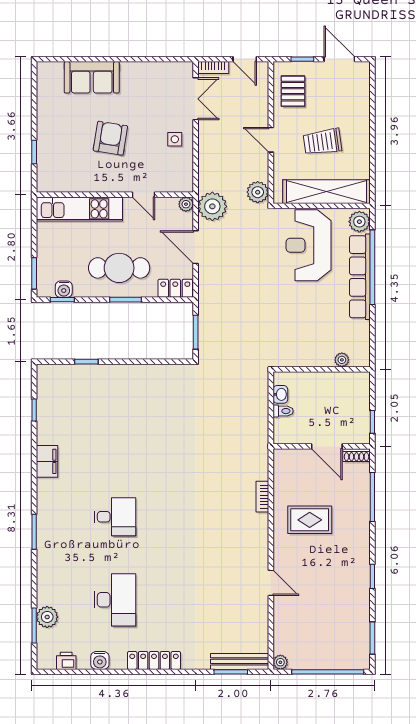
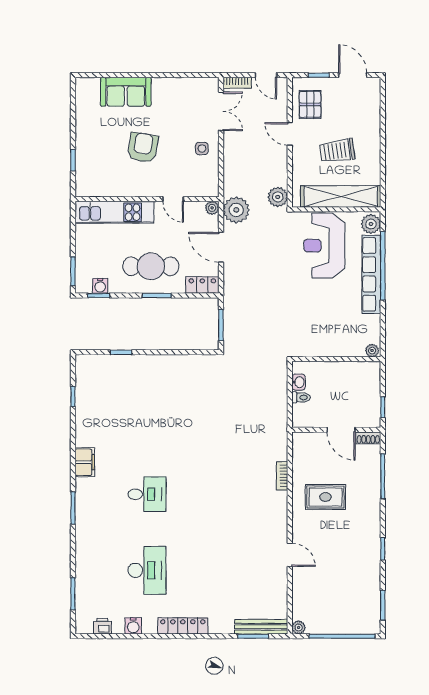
door: (271, 140) -> (290, 134), moved
plant: (342, 360) -> (372, 351), moved
filing cabinet: (47, 461) -> (85, 462), moved
plant: (47, 617) -> (85, 586), removed

